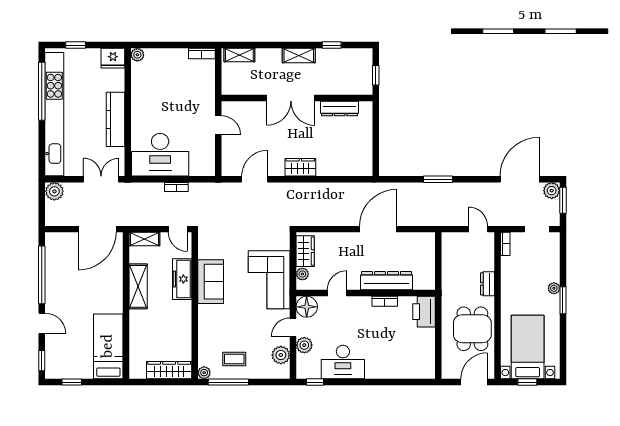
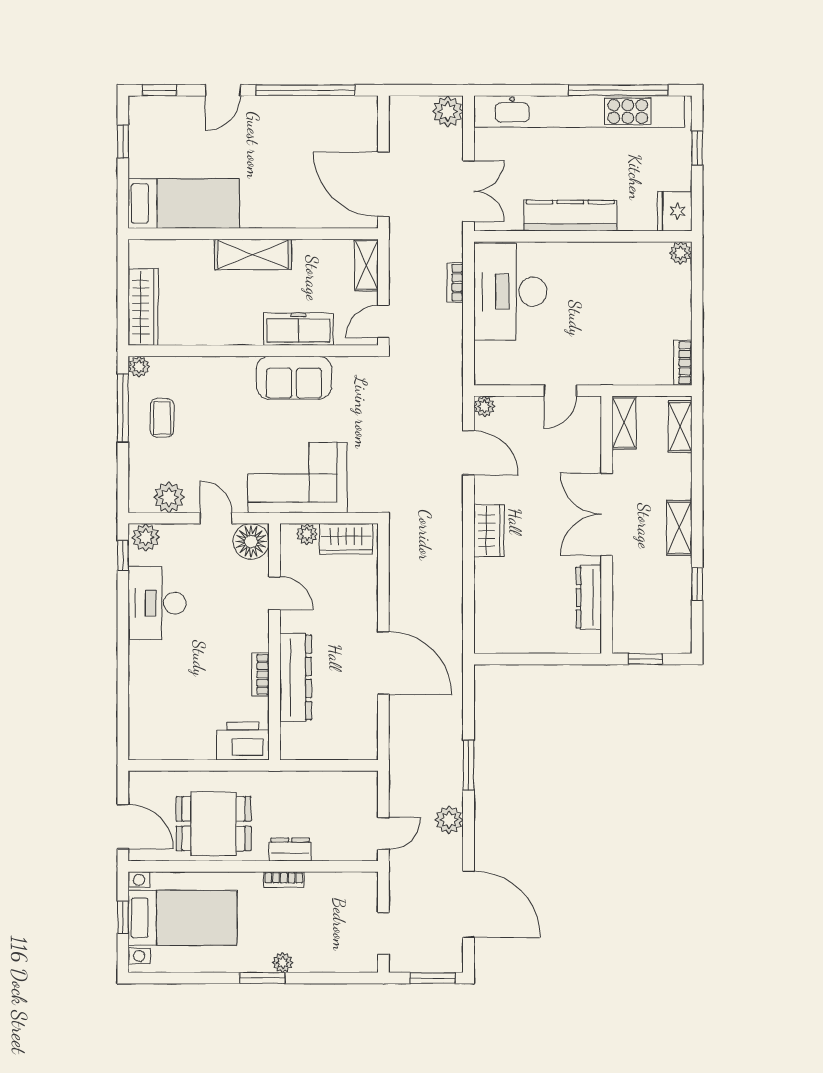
shelving: (237, 88) -> (624, 423), added
plant: (227, 170) -> (484, 406), added
bookcase: (176, 187) -> (455, 283), moved
plant: (552, 191) -> (449, 820), moved
bookcase: (505, 244) -> (284, 880), moved
shelving: (138, 286) -> (253, 254), moved
plant: (304, 345) -> (146, 537), moved

